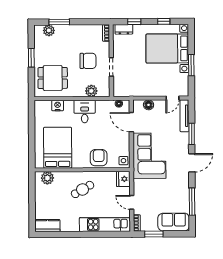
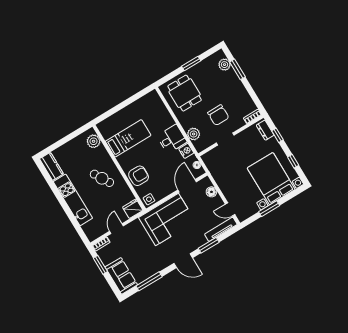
nightstand: (58, 106) -> (186, 151), moved
bed: (58, 148) -> (128, 138), width x0.67
kitchen unit: (105, 224) -> (73, 200), moved

